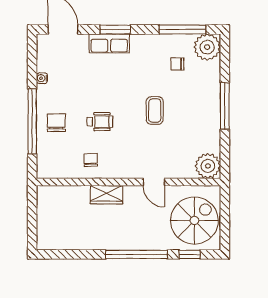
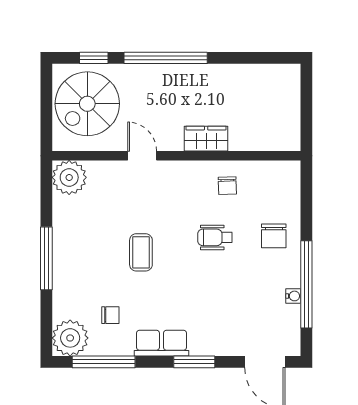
row of seats: (109, 43) -> (161, 343), moved
window: (32, 121) -> (306, 284), moved

